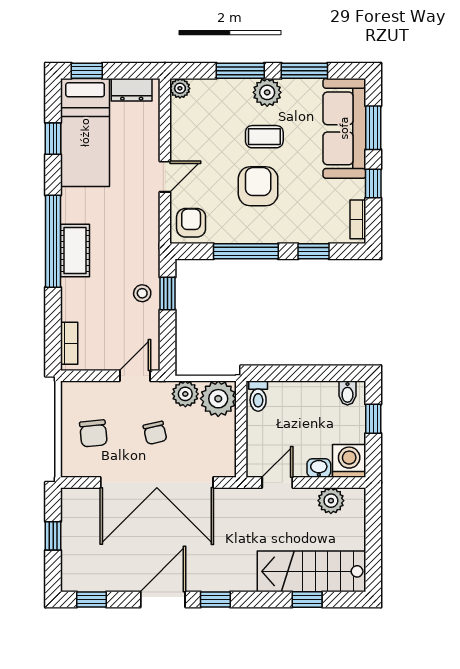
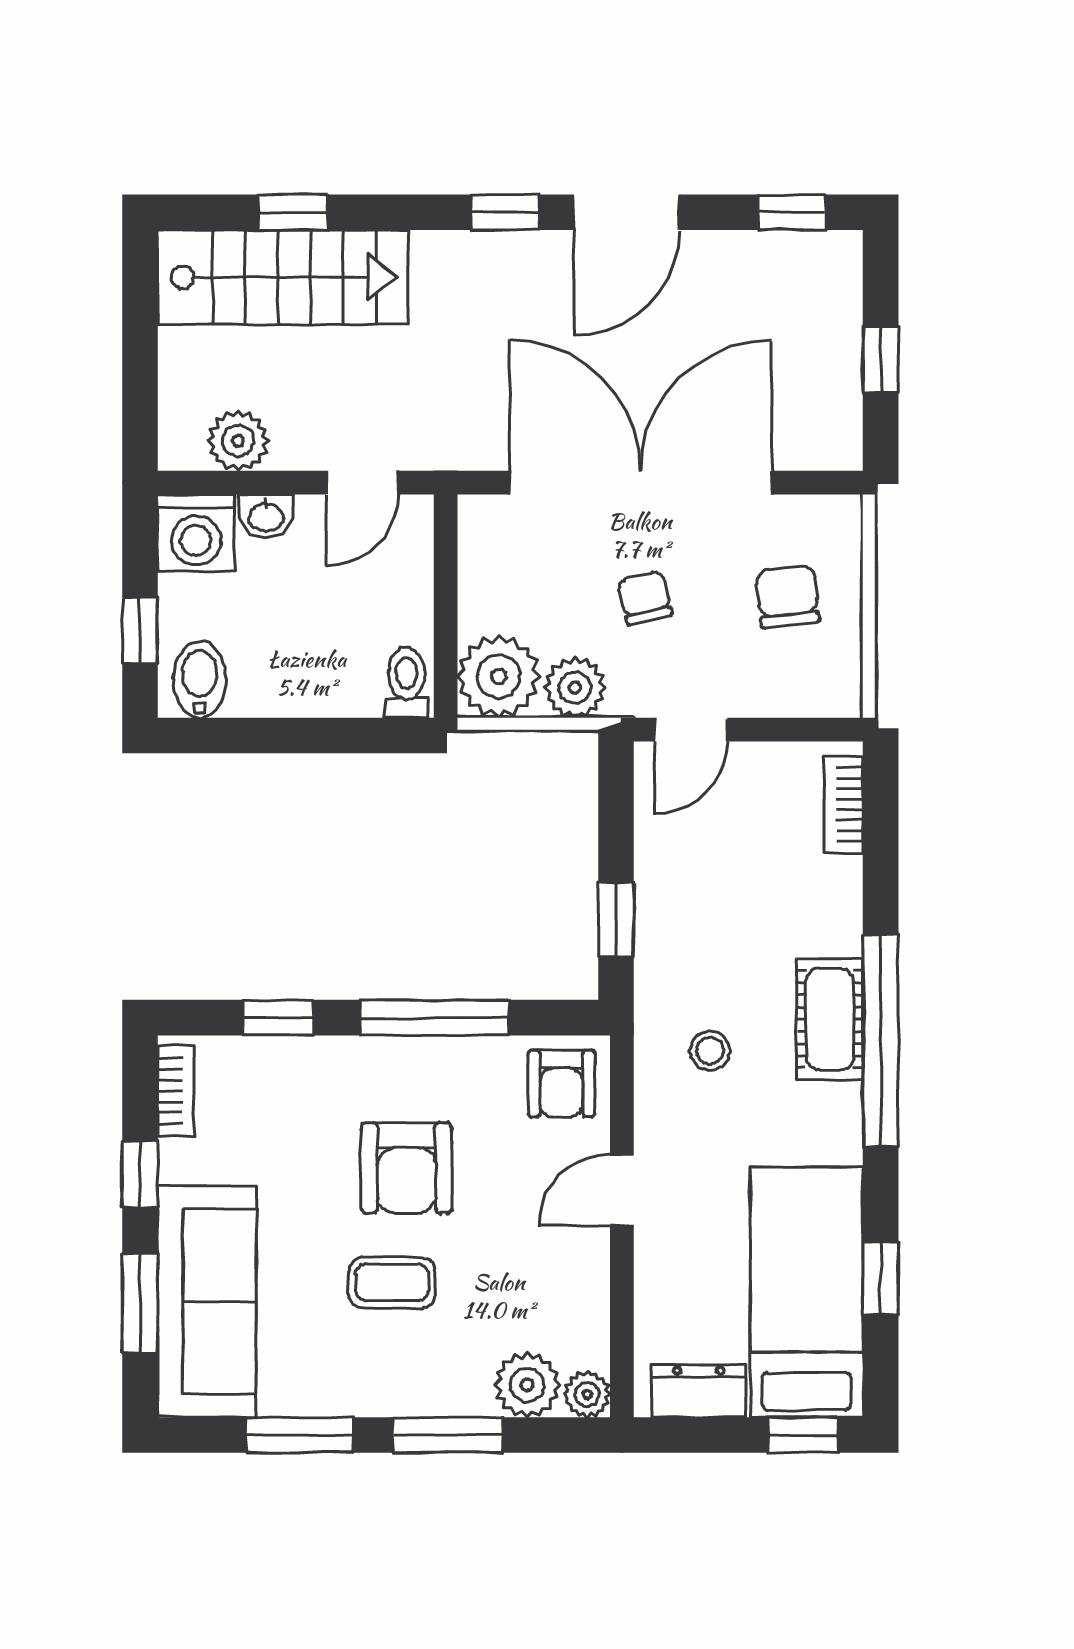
plant: (267, 92) -> (527, 1385), moved
stool: (142, 293) -> (710, 1051), moved
bidet: (347, 393) -> (200, 680), width x1.38, depth x1.36

